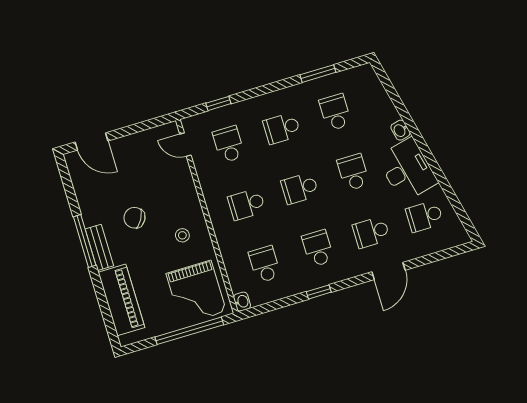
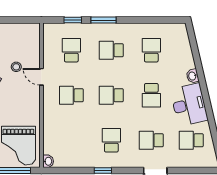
window: (318, 74) -> (103, 20), moved
door: (185, 145) -> (41, 77), moved
school desk: (353, 172) -> (151, 95), turned 180
stool: (182, 235) -> (16, 67), moved
school desk: (265, 264) -> (71, 140), removed

